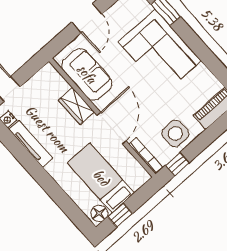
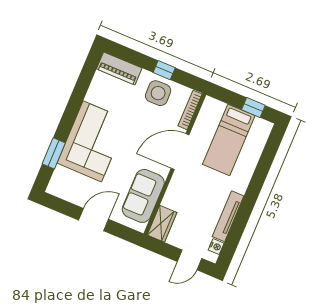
wardrobe: (76, 106) -> (162, 224), moved
window: (177, 164) -> (164, 70), moved
floor lamp: (99, 213) -> (261, 127), removed

